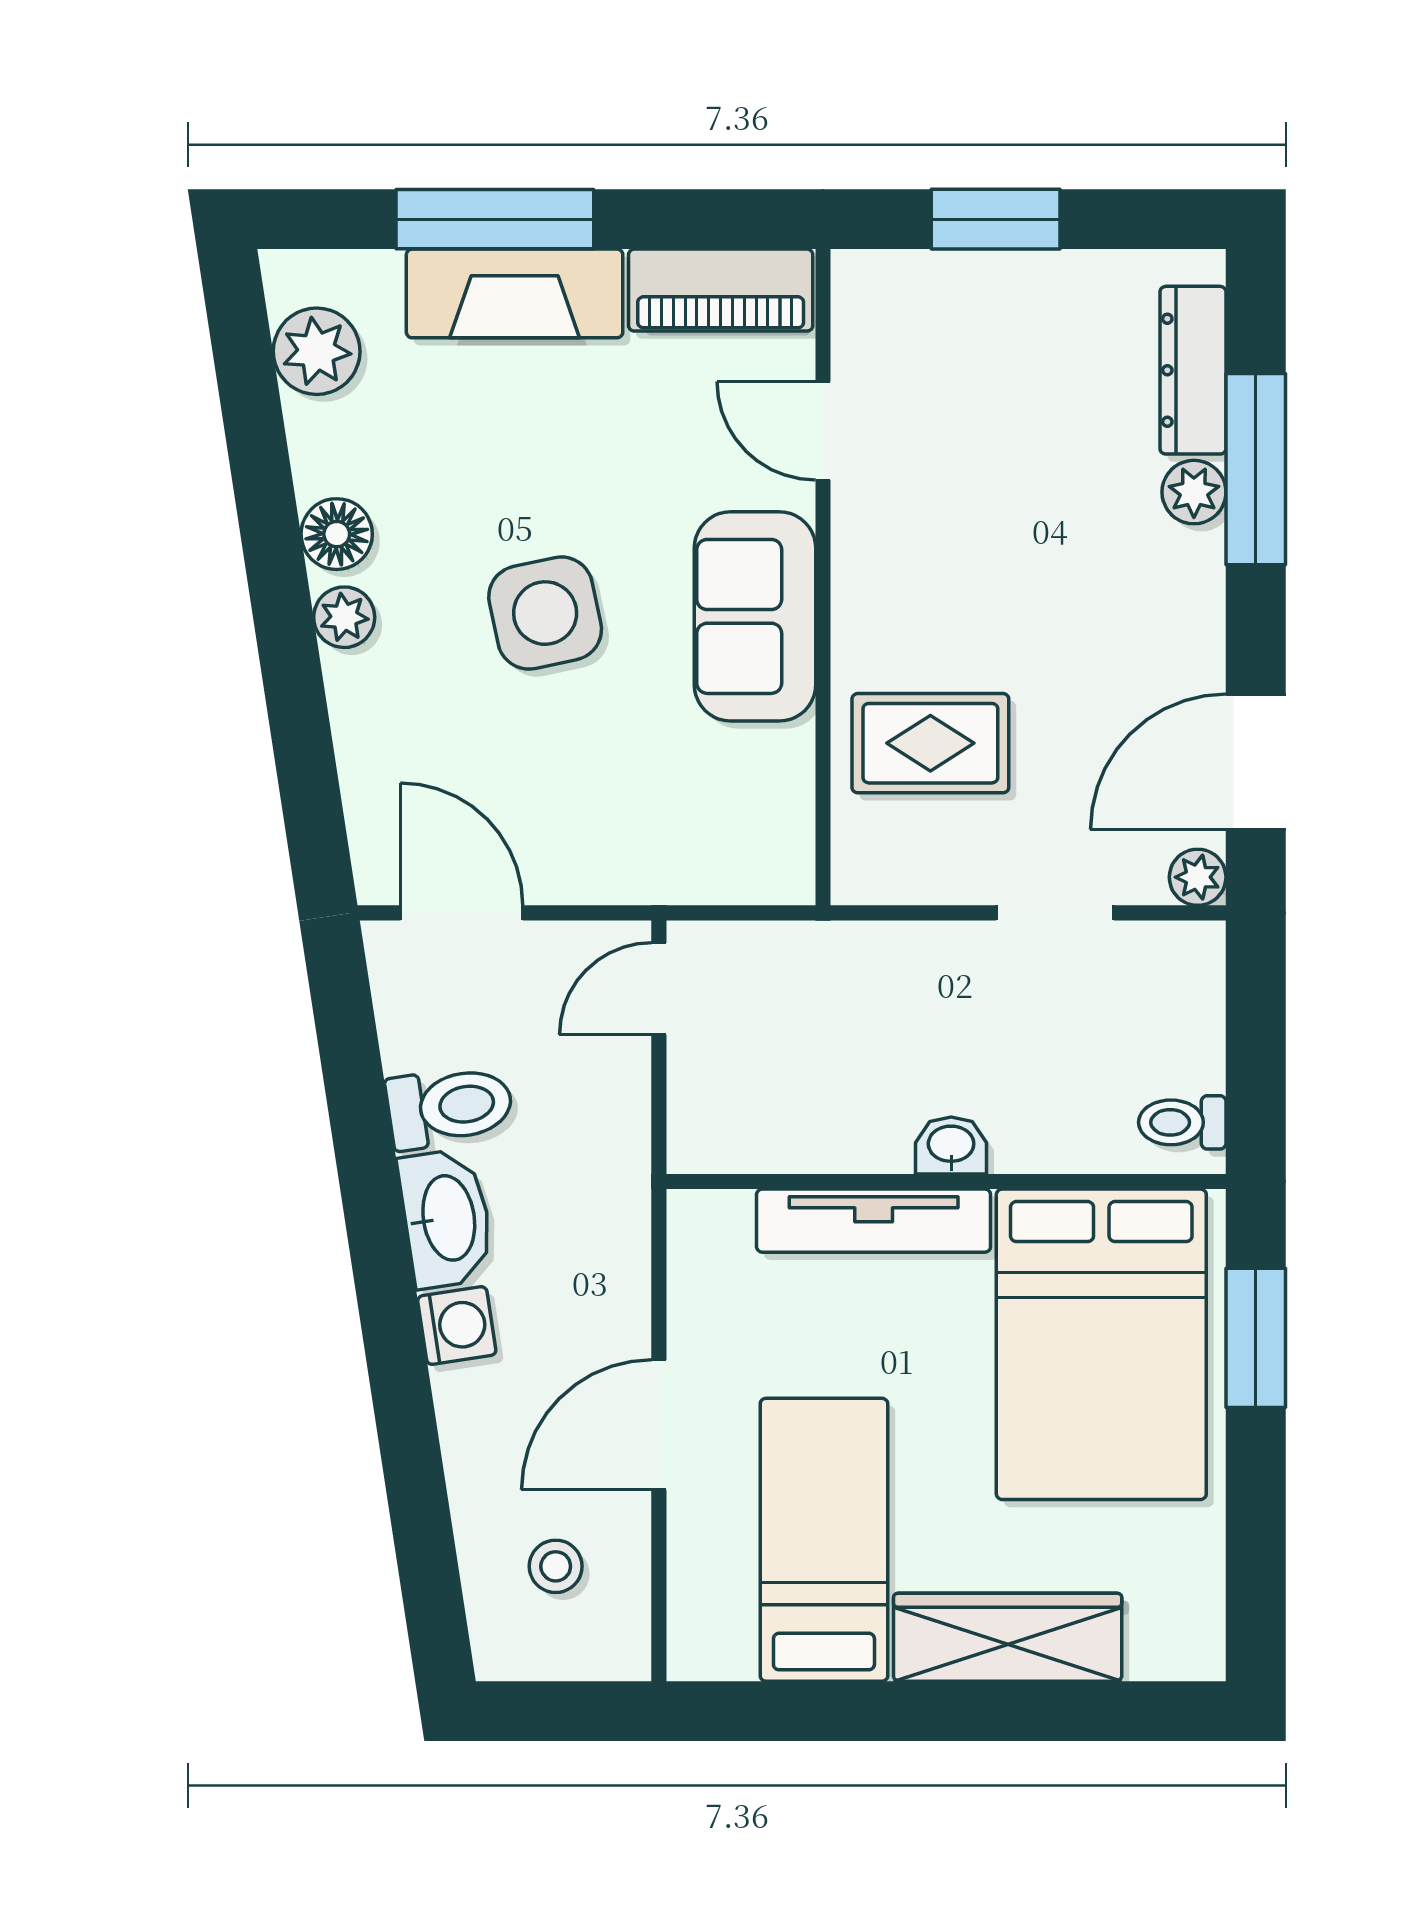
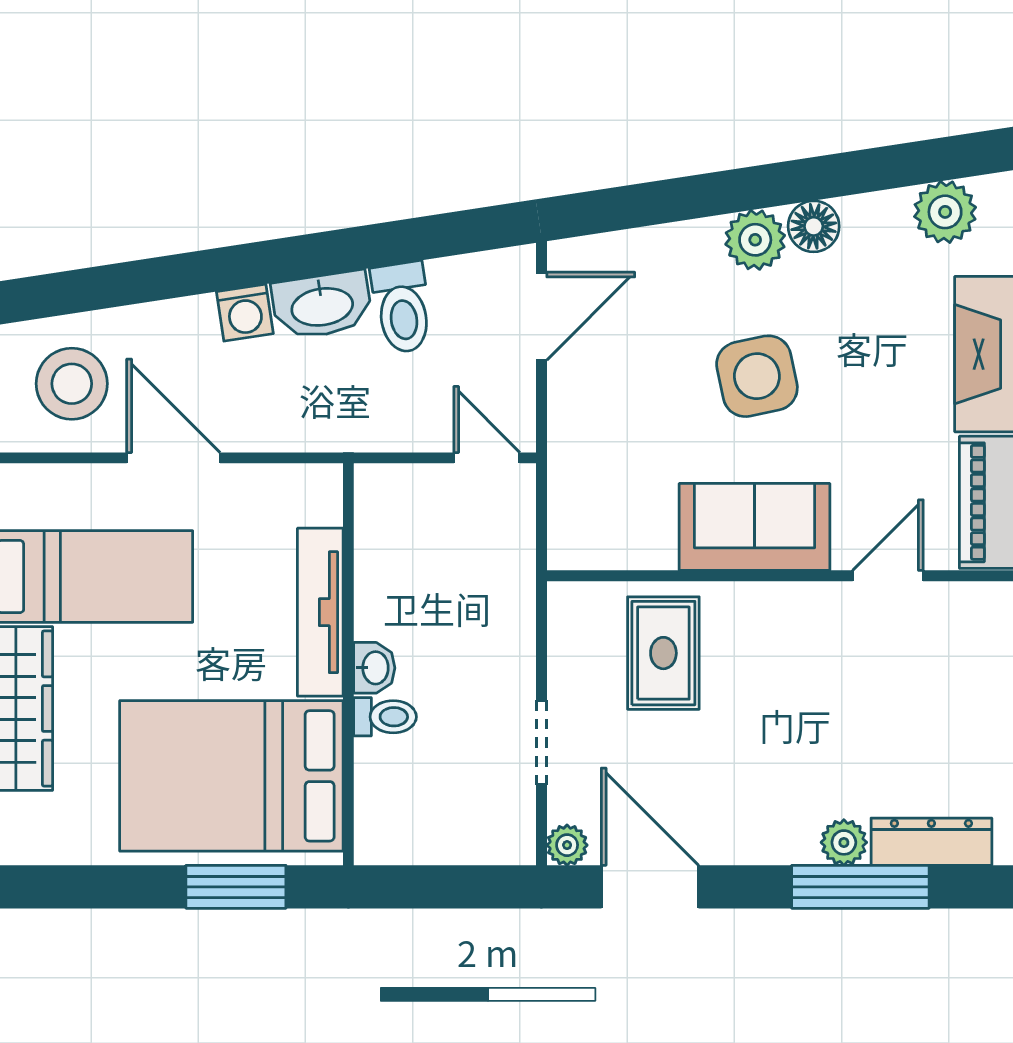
plant: (344, 617) -> (755, 240), width x1.38, depth x1.38
toilet: (1182, 1122) -> (385, 717), moved, turned 90
stool: (556, 1566) -> (72, 384), width x1.89, depth x1.89

